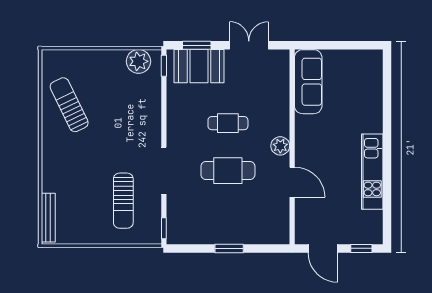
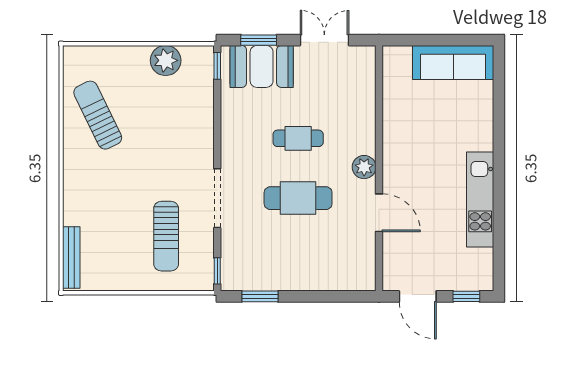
plant: (138, 61) -> (166, 60), moved
sofa: (308, 82) -> (453, 62), moved, turned 90
window: (229, 248) -> (260, 296), moved

